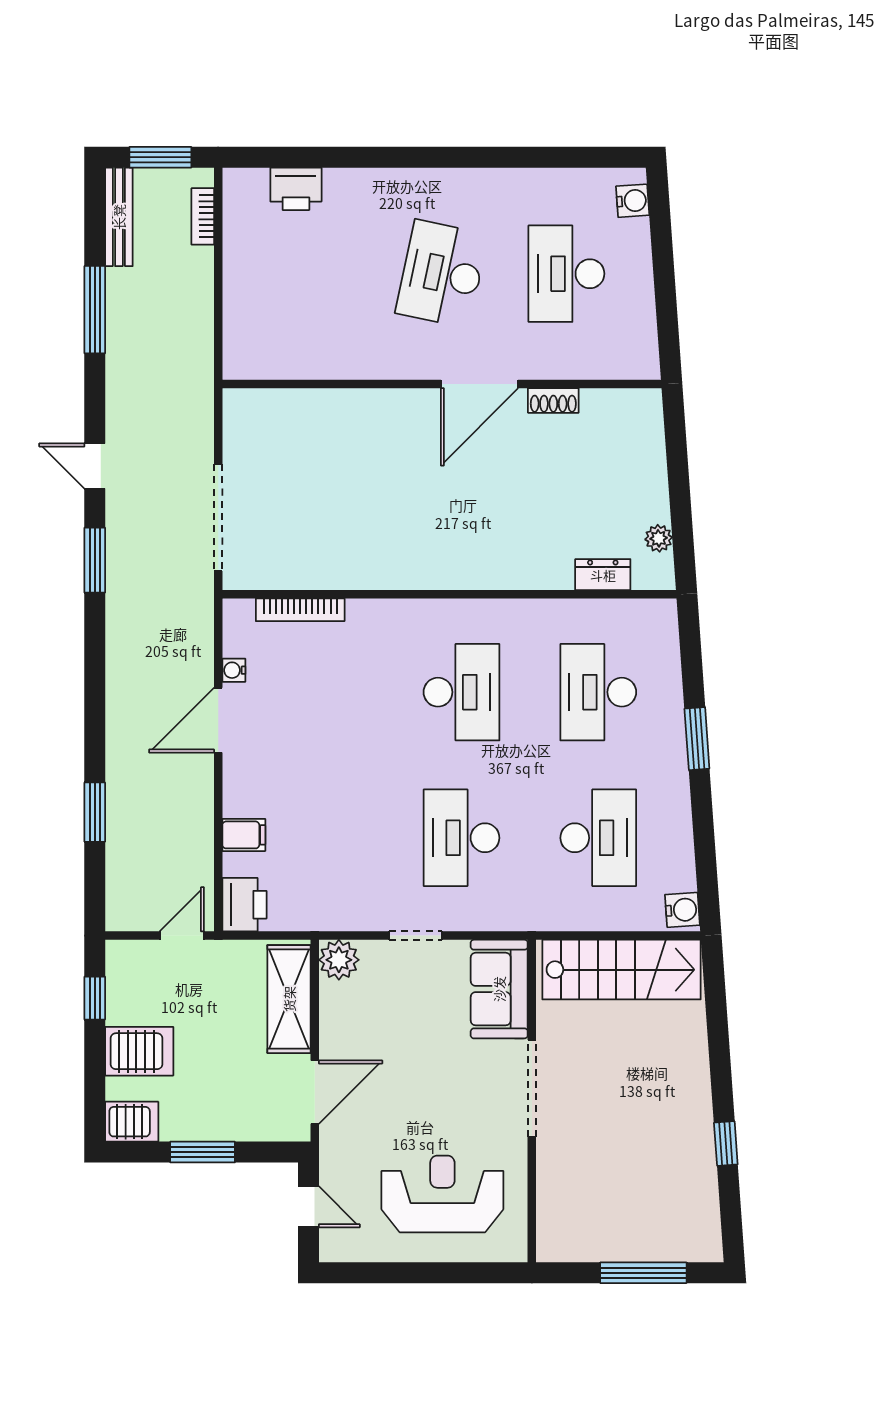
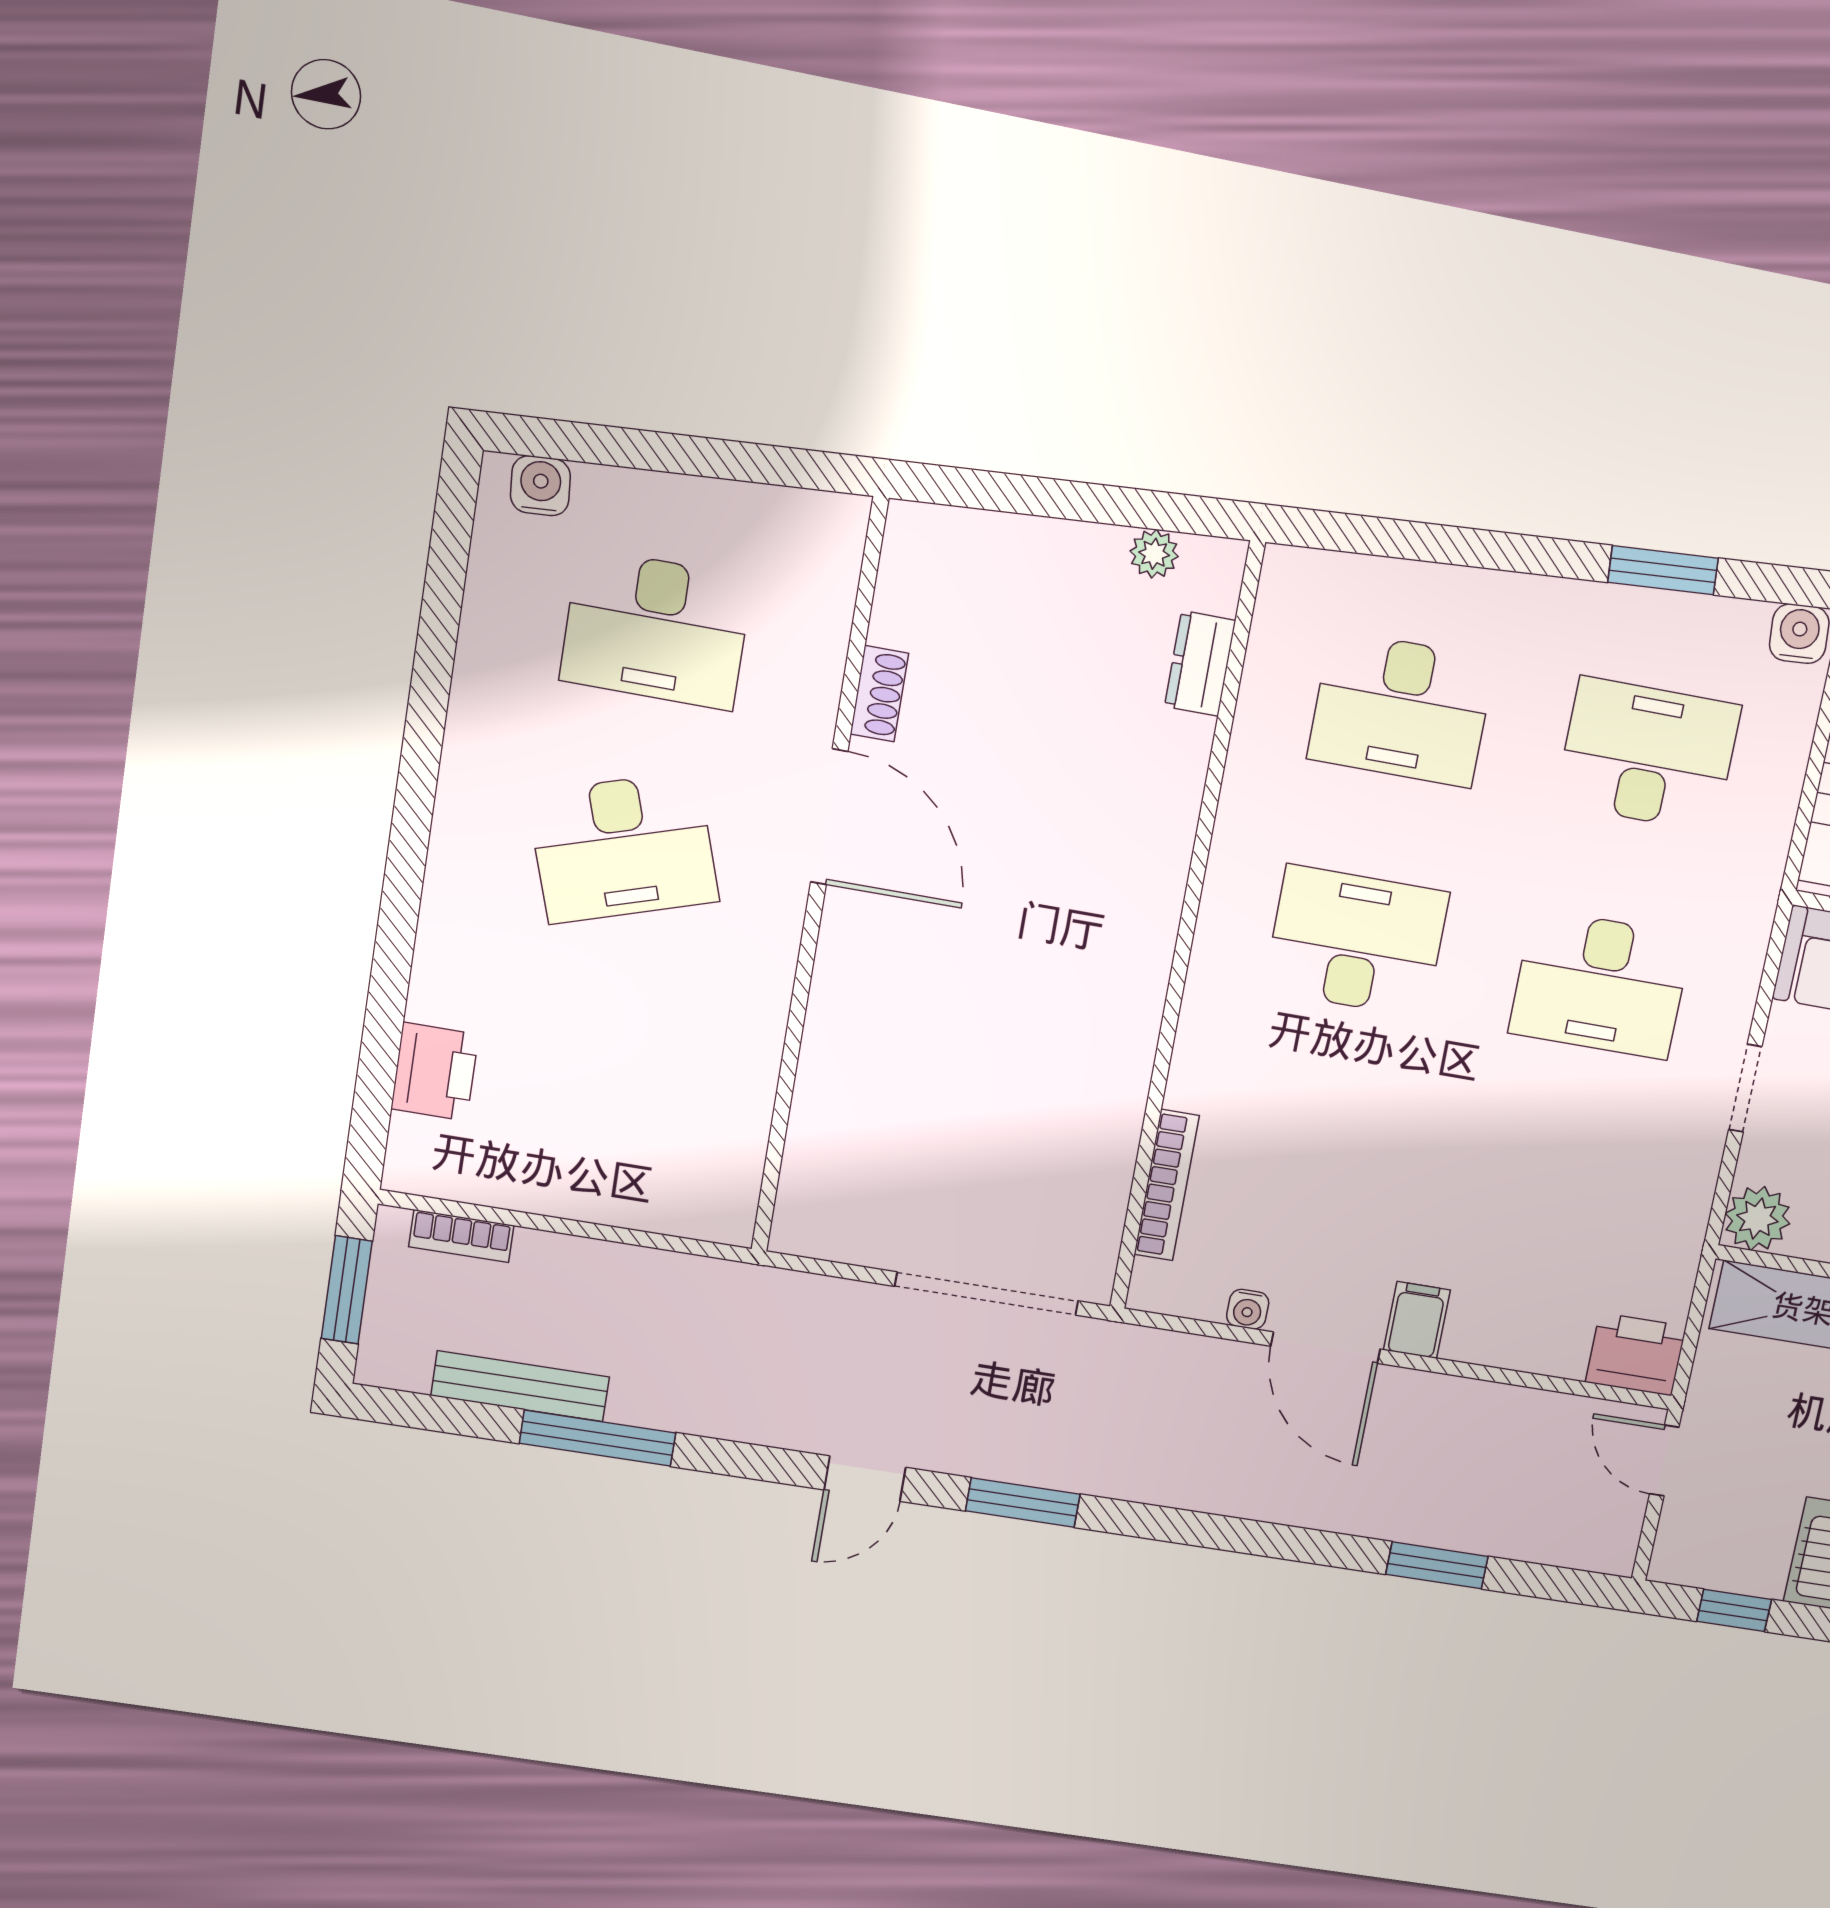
bench: (119, 217) -> (520, 1386), moved
desk: (442, 274) -> (623, 847), turned -30
window: (697, 739) -> (1663, 570), moved
filing cabinet: (244, 835) -> (1417, 1320), moved

